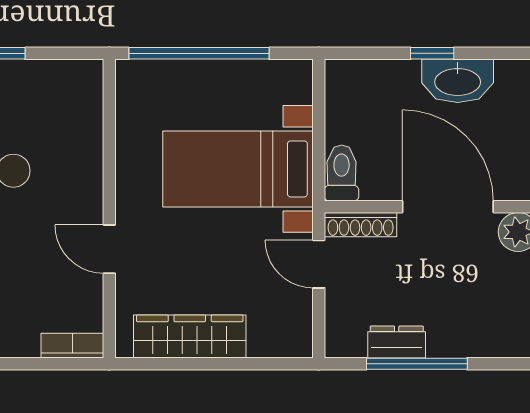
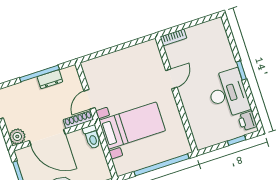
door: (109, 249) -> (171, 79), hinge flipped
door: (319, 264) -> (89, 99), swing flipped
wardrobe: (190, 337) -> (130, 56), removed

